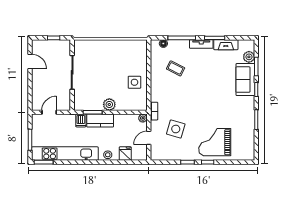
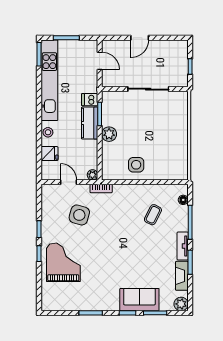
plant: (249, 57) -> (181, 304), moved
door: (30, 62) -> (140, 38), moved

